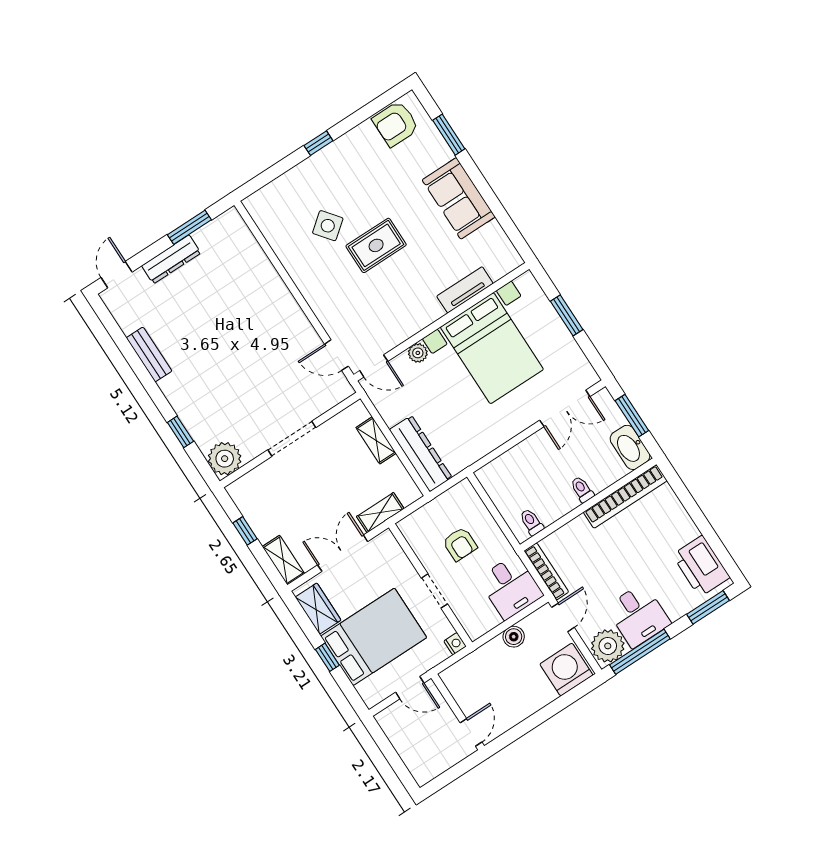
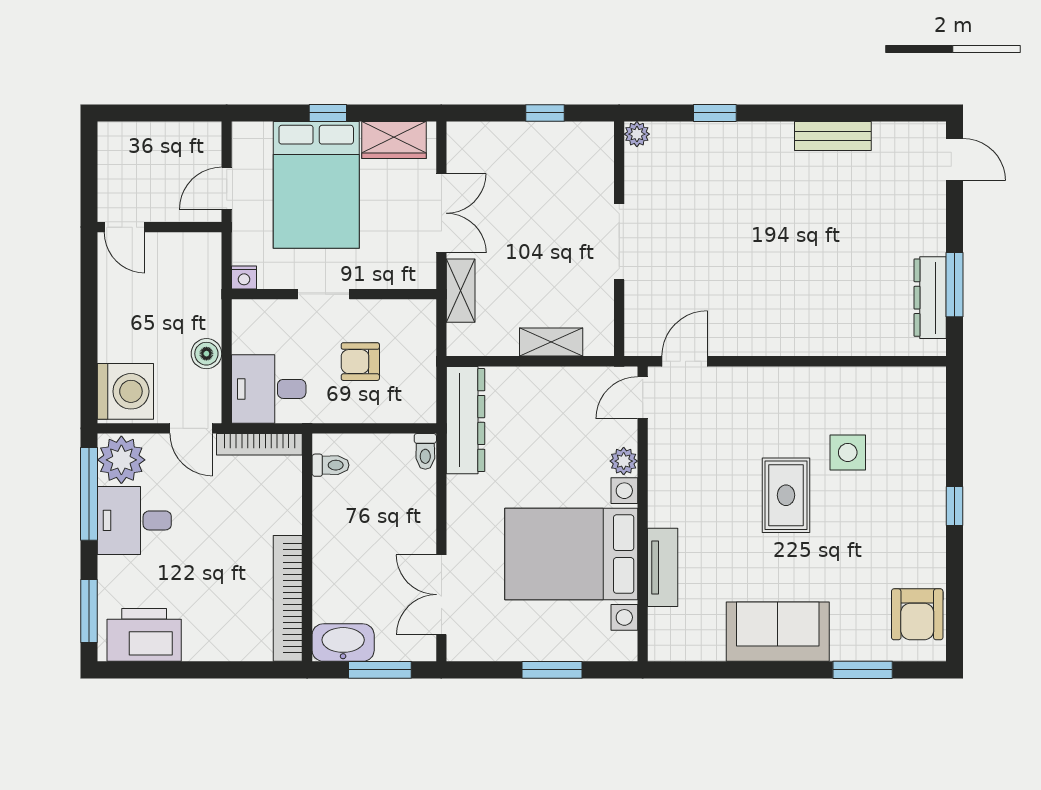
armchair: (396, 124) -> (917, 614), turned 180
side table: (328, 226) -> (848, 452), turned 38
dresser: (171, 259) -> (930, 298), moved
dresser: (421, 454) -> (466, 420), moved, turned -90
plant: (225, 459) -> (637, 134), width x0.53, depth x0.53
toilet: (582, 489) -> (425, 451), moved, turned 90
shelving: (283, 560) -> (480, 136), removed

